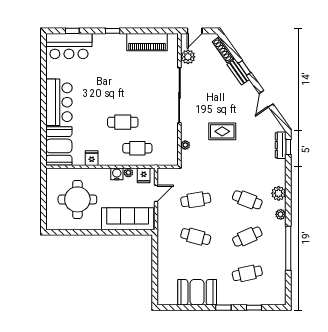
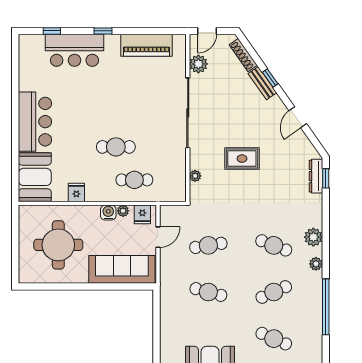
bar counter: (69, 46) -> (74, 50), moved
cafe table: (247, 273) -> (274, 339), turned 36

